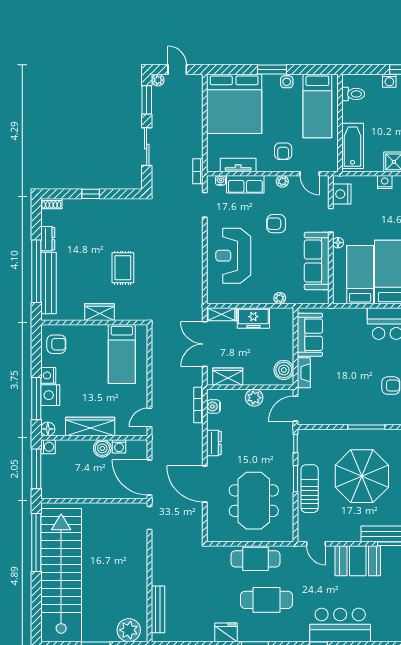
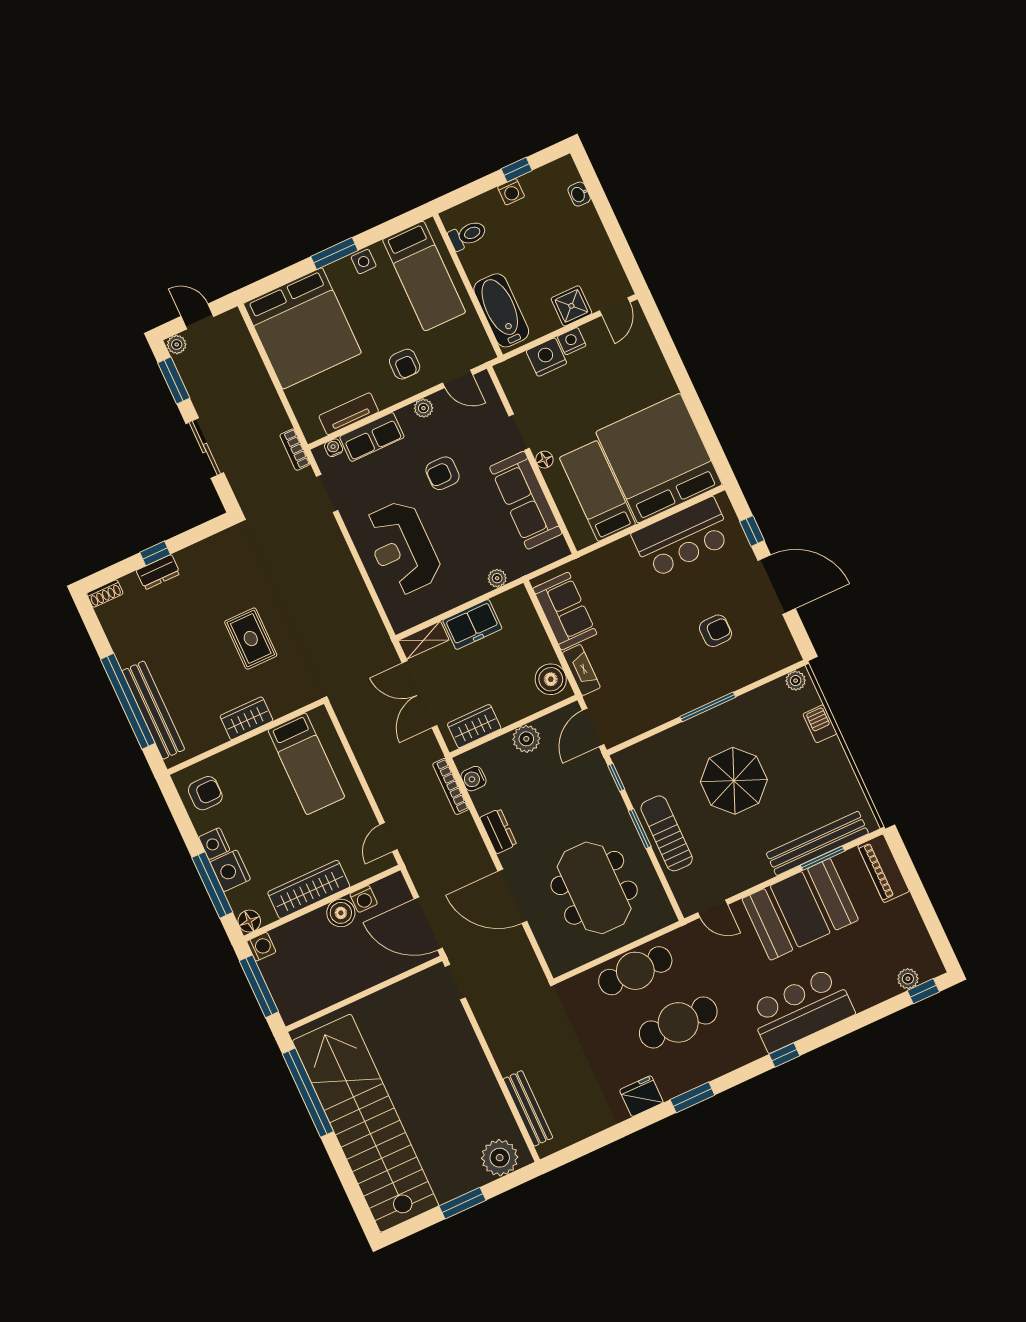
nightstand: (342, 194) -> (546, 357), moved, turned 90
dresser: (48, 239) -> (158, 572), moved, turned 90
parasol: (362, 476) -> (734, 781), width x0.73, depth x0.73
booth: (358, 561) -> (800, 909), width x1.36, depth x1.42

